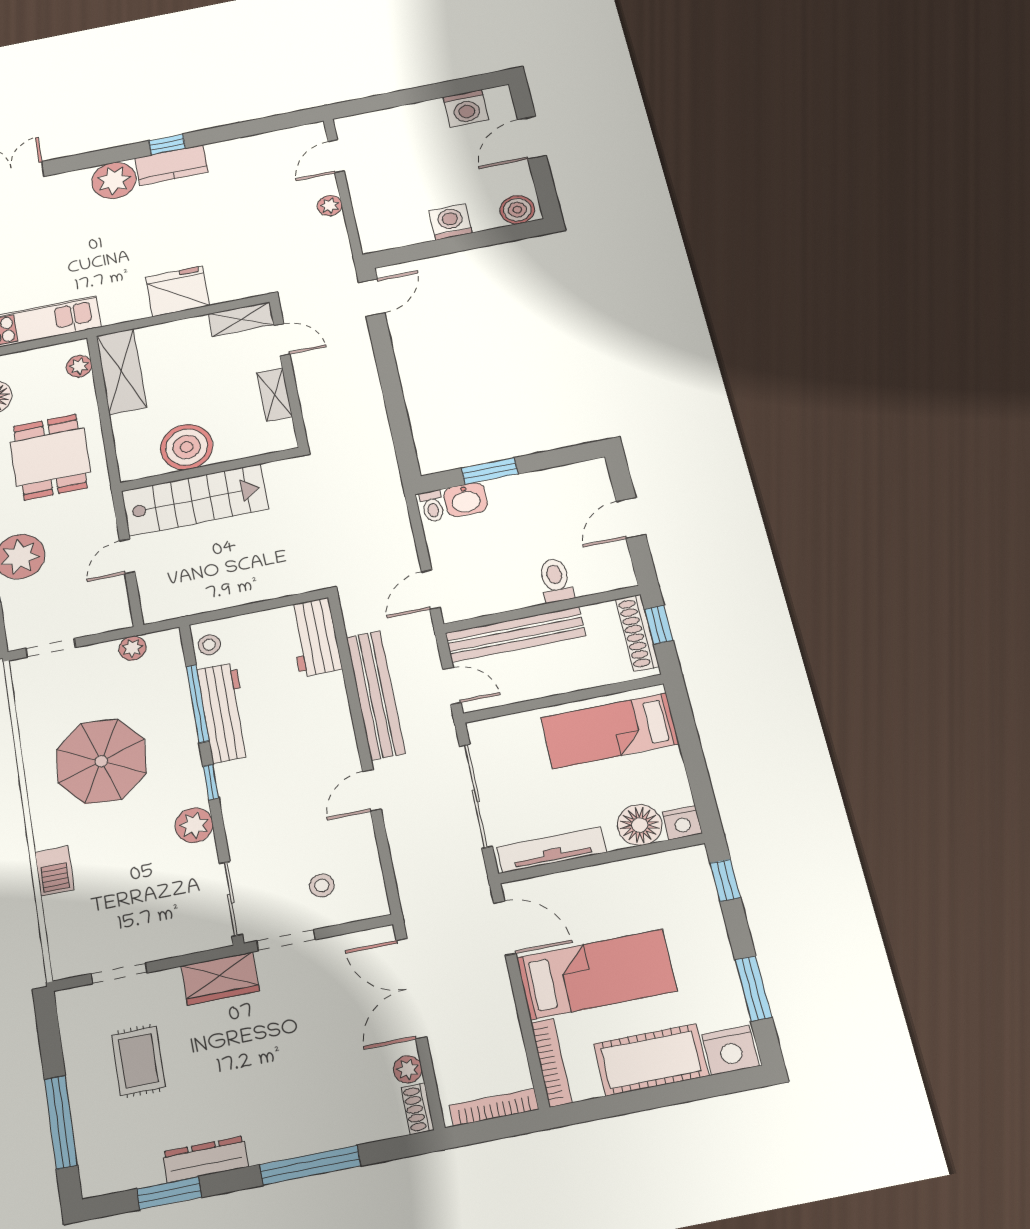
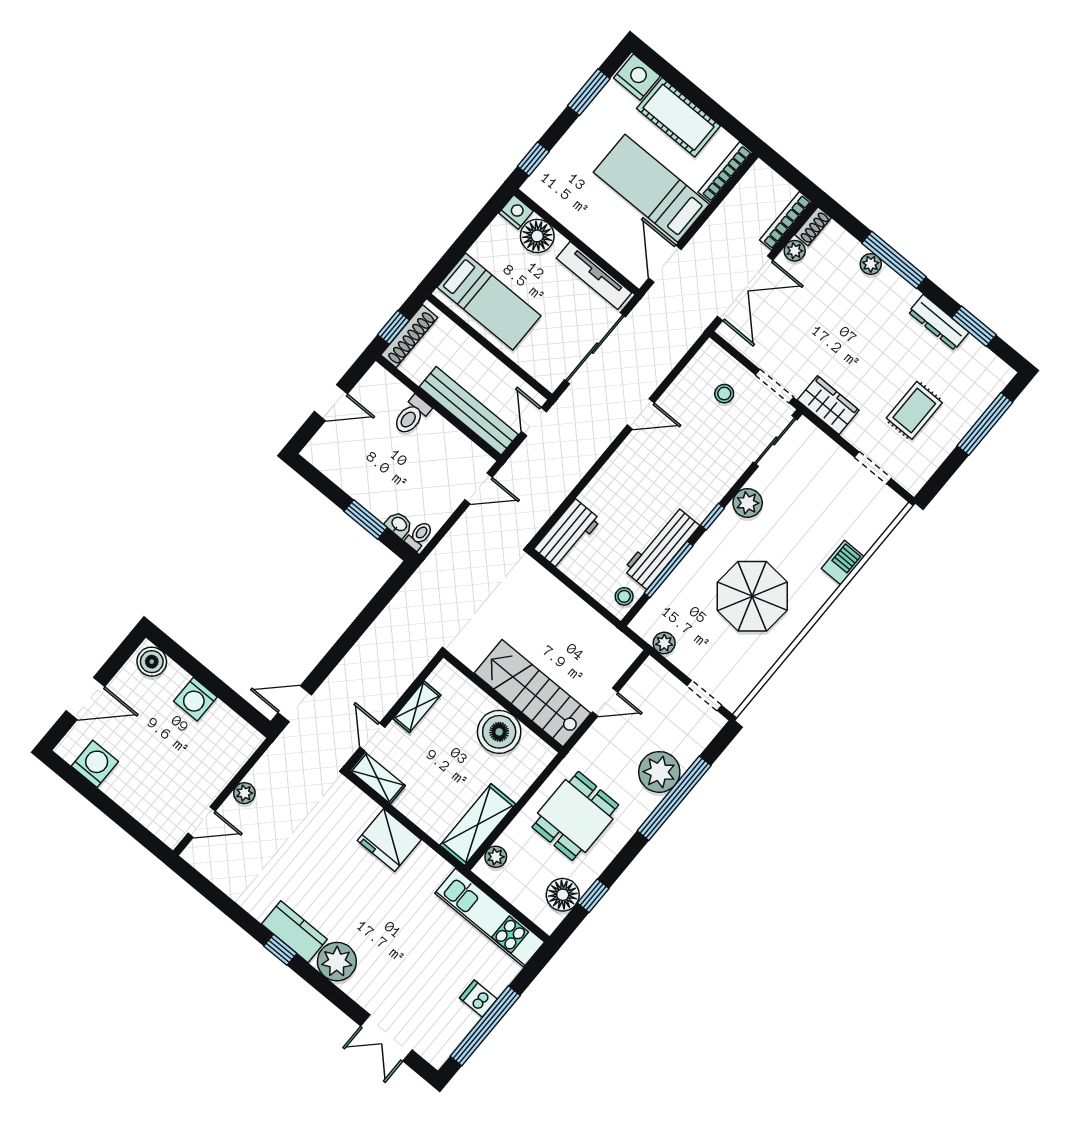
washbasin: (466, 500) -> (399, 524), width x0.72, depth x0.69
bench: (375, 695) -> (577, 464), removed
bookcase: (494, 1107) -> (786, 221), moved, turned 90
plant: (327, 1137) -> (871, 264), added

